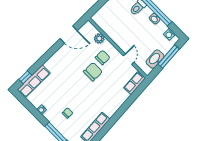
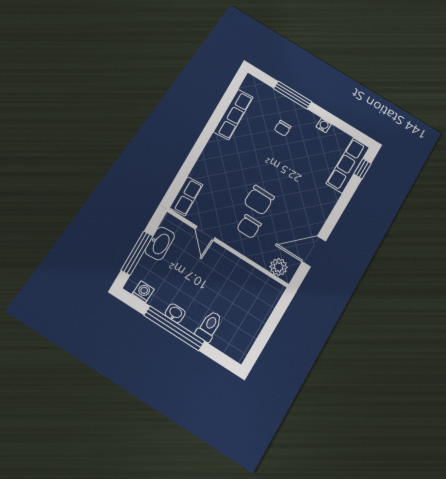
plant: (99, 38) -> (279, 267), moved

